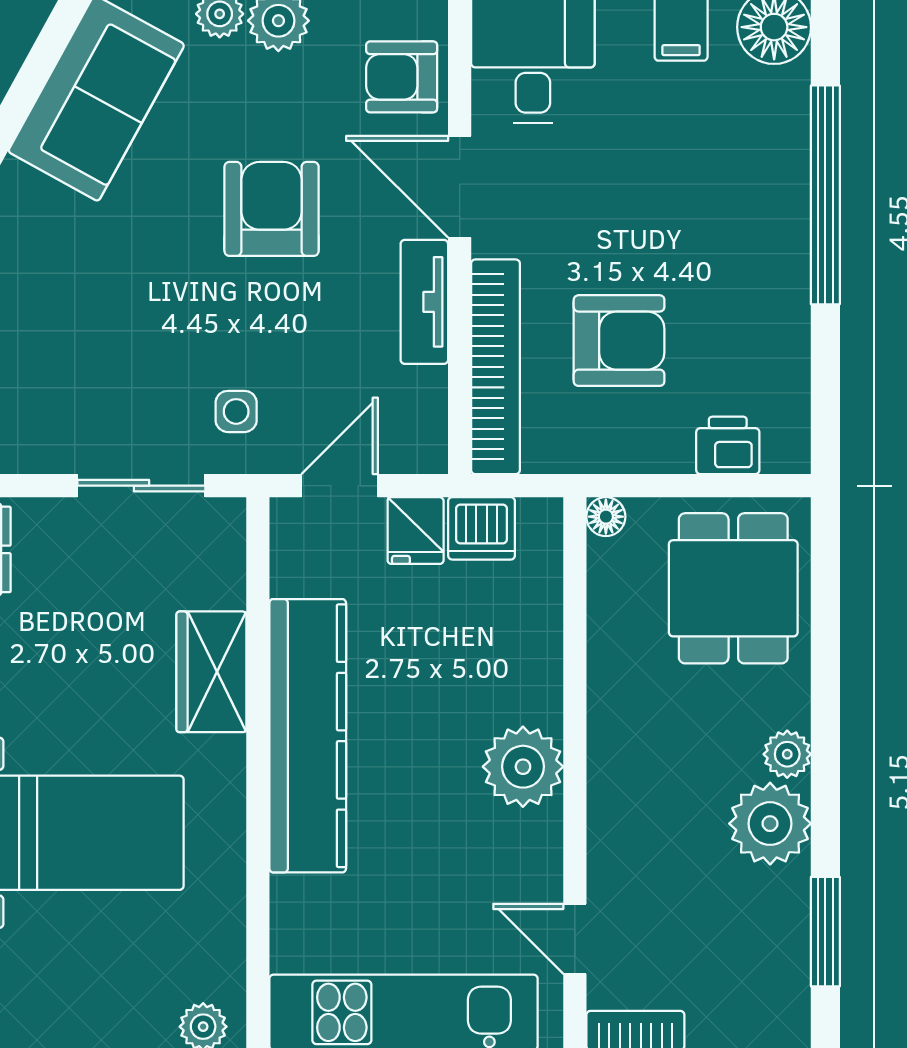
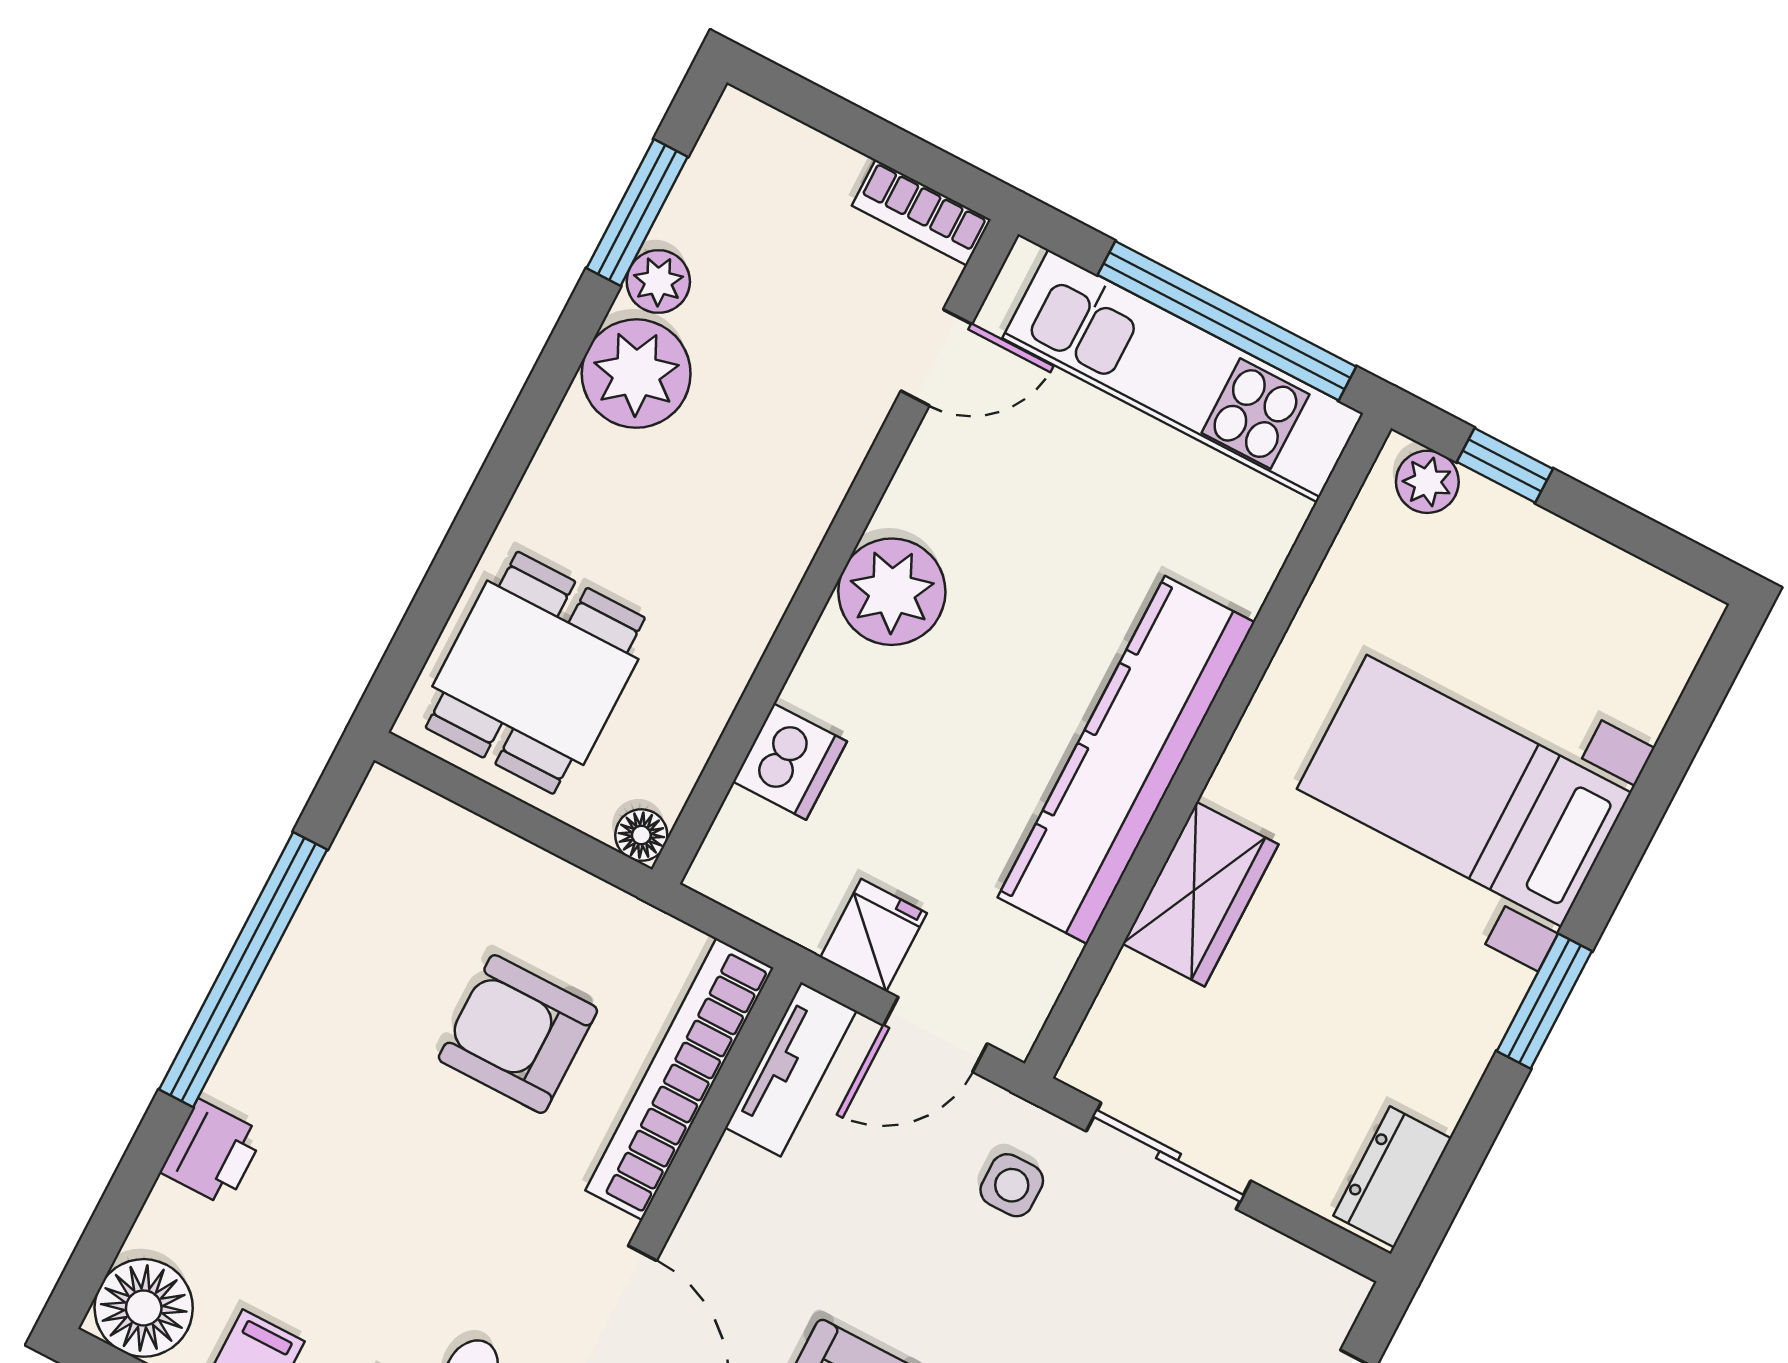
window: (825, 195) -> (243, 970), moved
tv unit: (424, 302) -> (791, 1069), moved
printer: (728, 445) -> (212, 1152), moved, turned -90
dishwasher: (482, 528) -> (790, 762), moved, turned 90
plant: (787, 754) -> (658, 281), moved
door: (575, 939) -> (936, 357), hinge flipped

